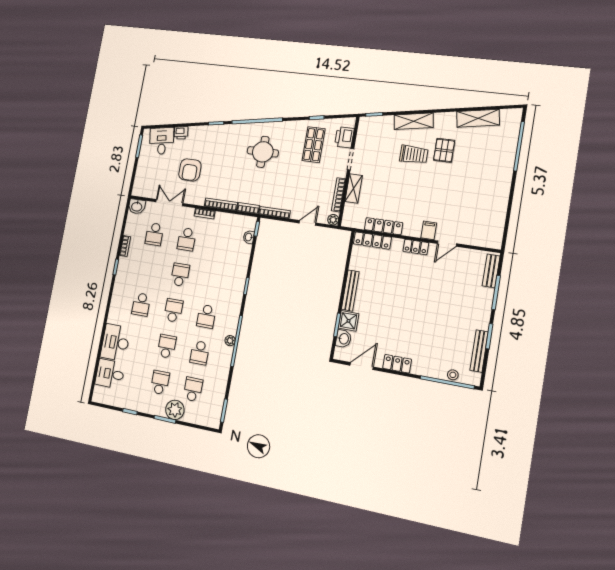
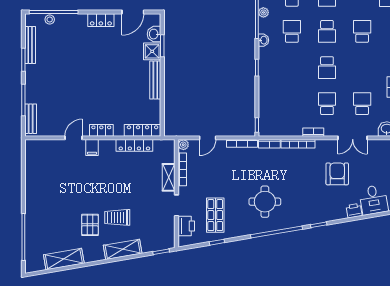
washbasin: (249, 237) -> (263, 40), moved

